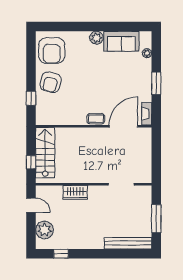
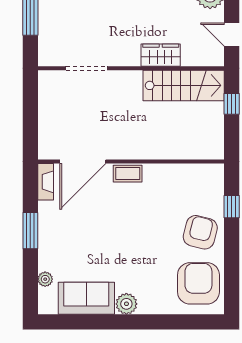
stairs: (45, 153) -> (184, 85), moved, turned -90

